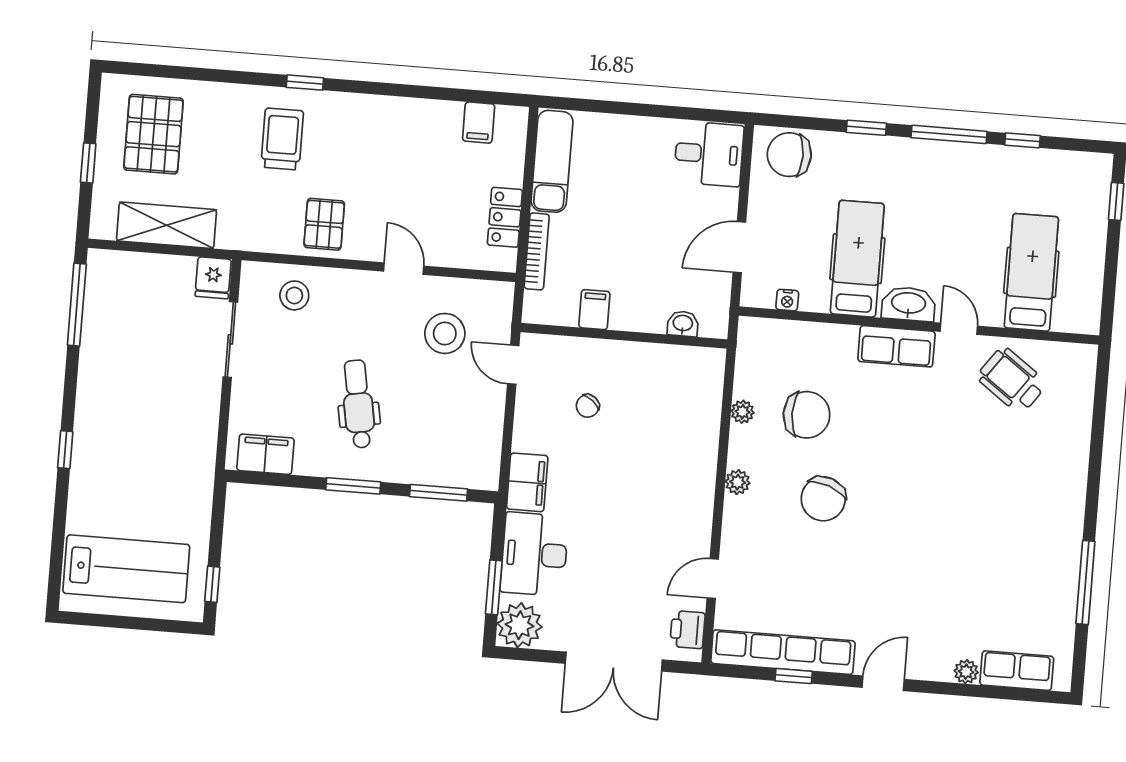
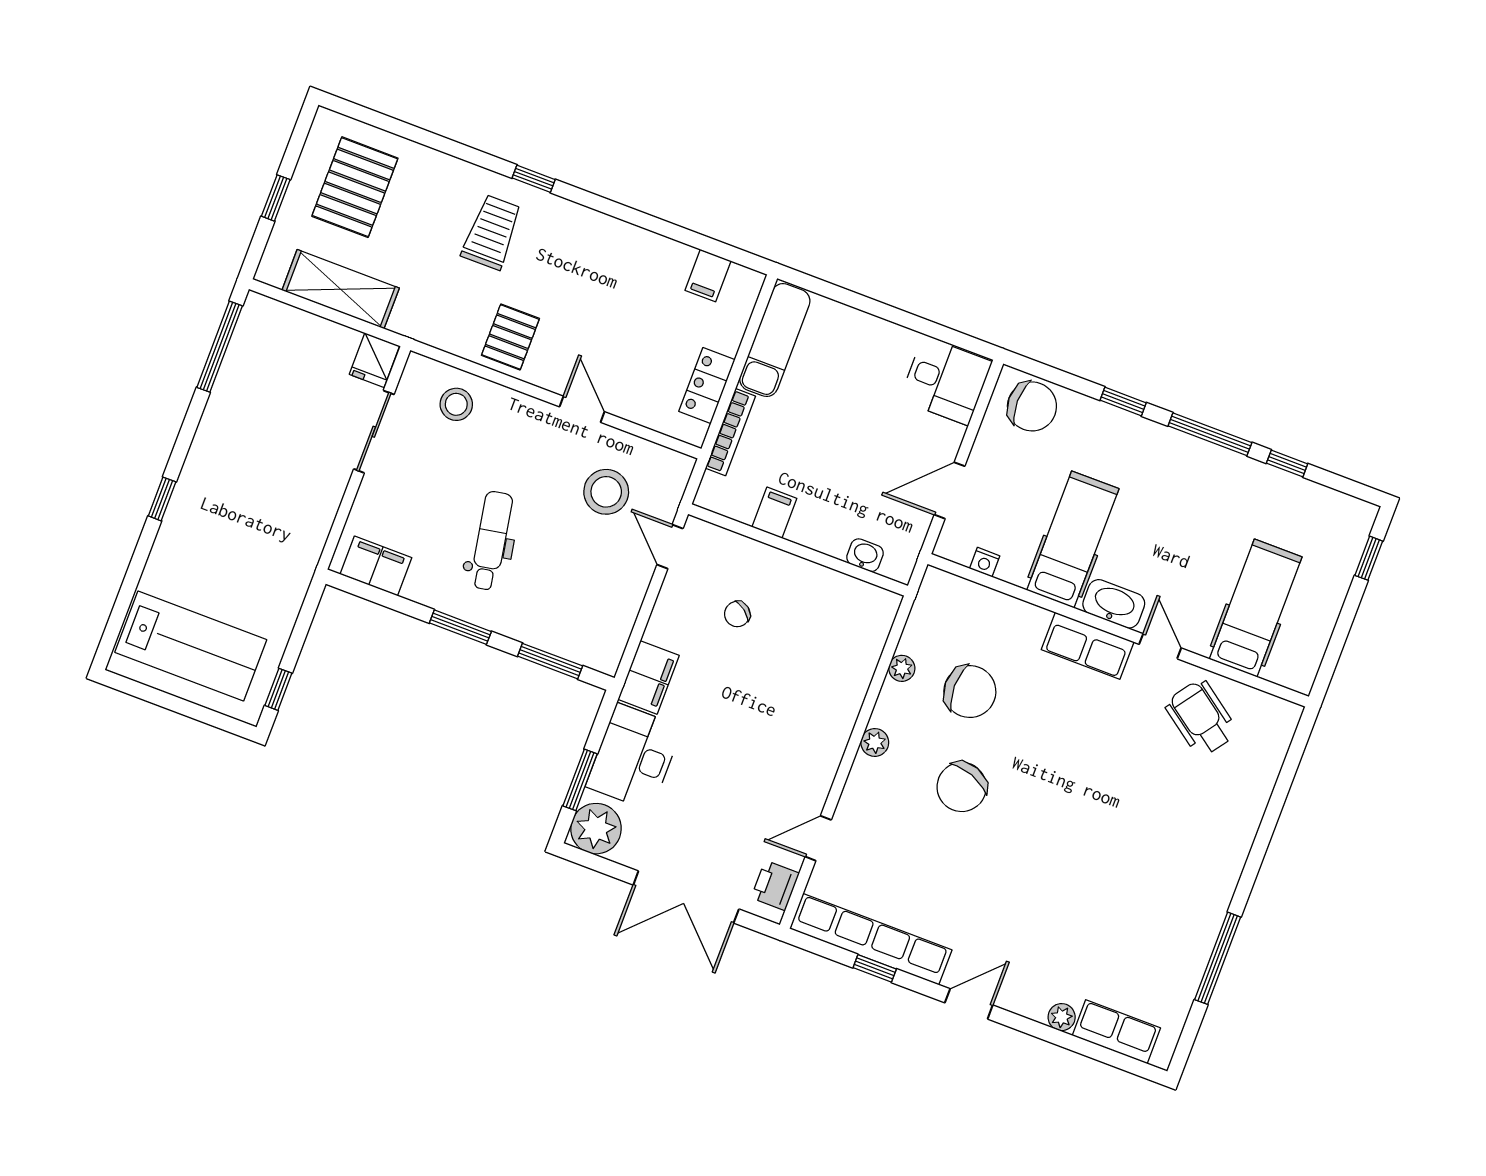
chair: (789, 155) -> (1032, 406), turned 180

